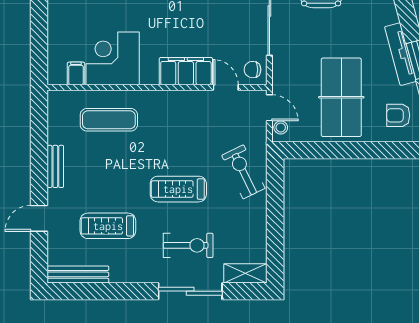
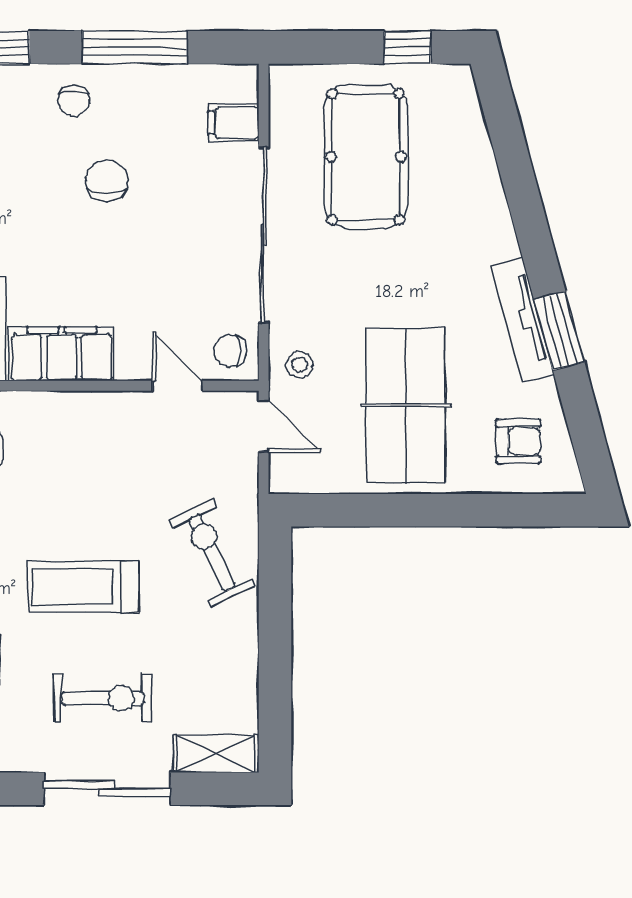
filing cabinet: (186, 71) -> (62, 354), moved
armchair: (398, 115) -> (518, 441), turned 180
stool: (281, 128) -> (300, 365), moved

